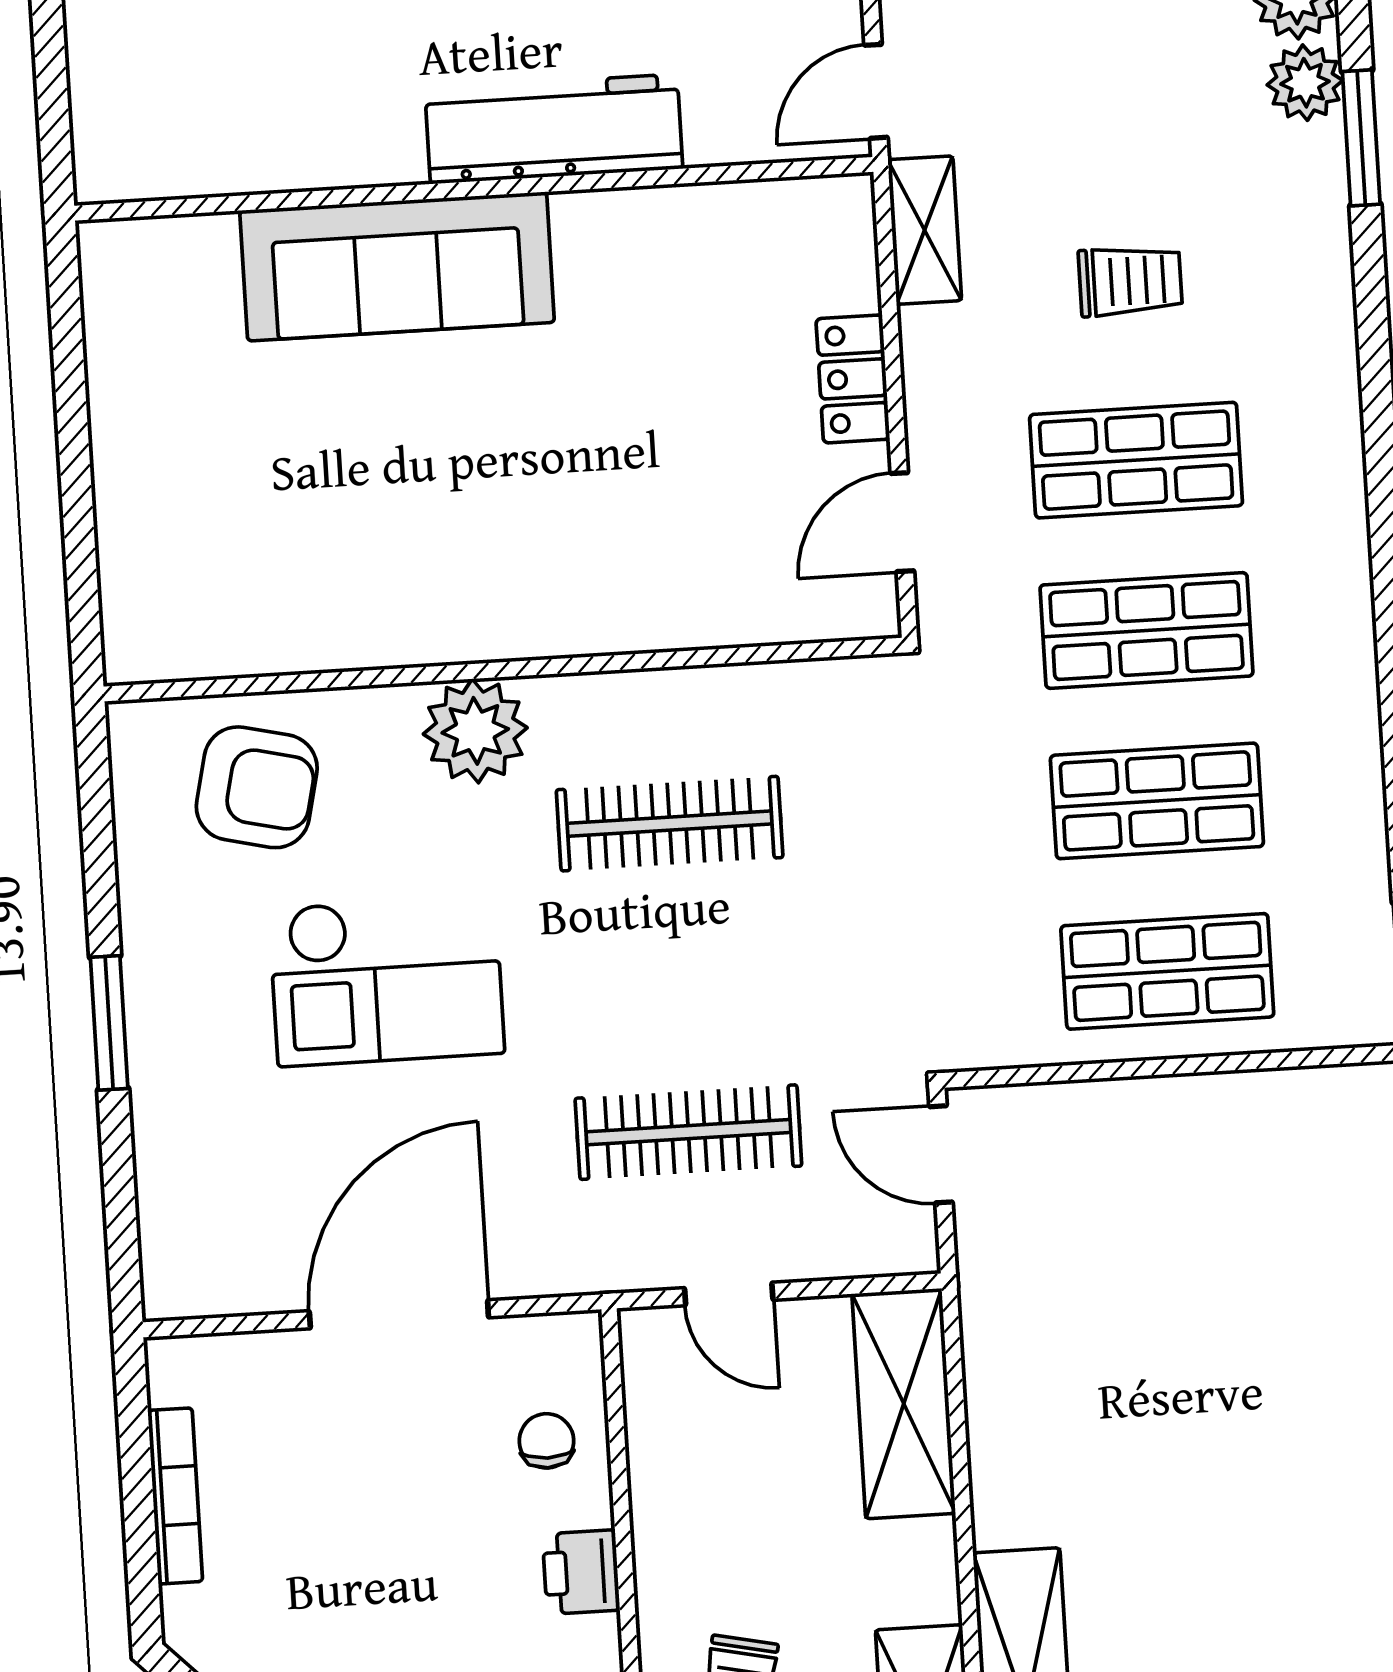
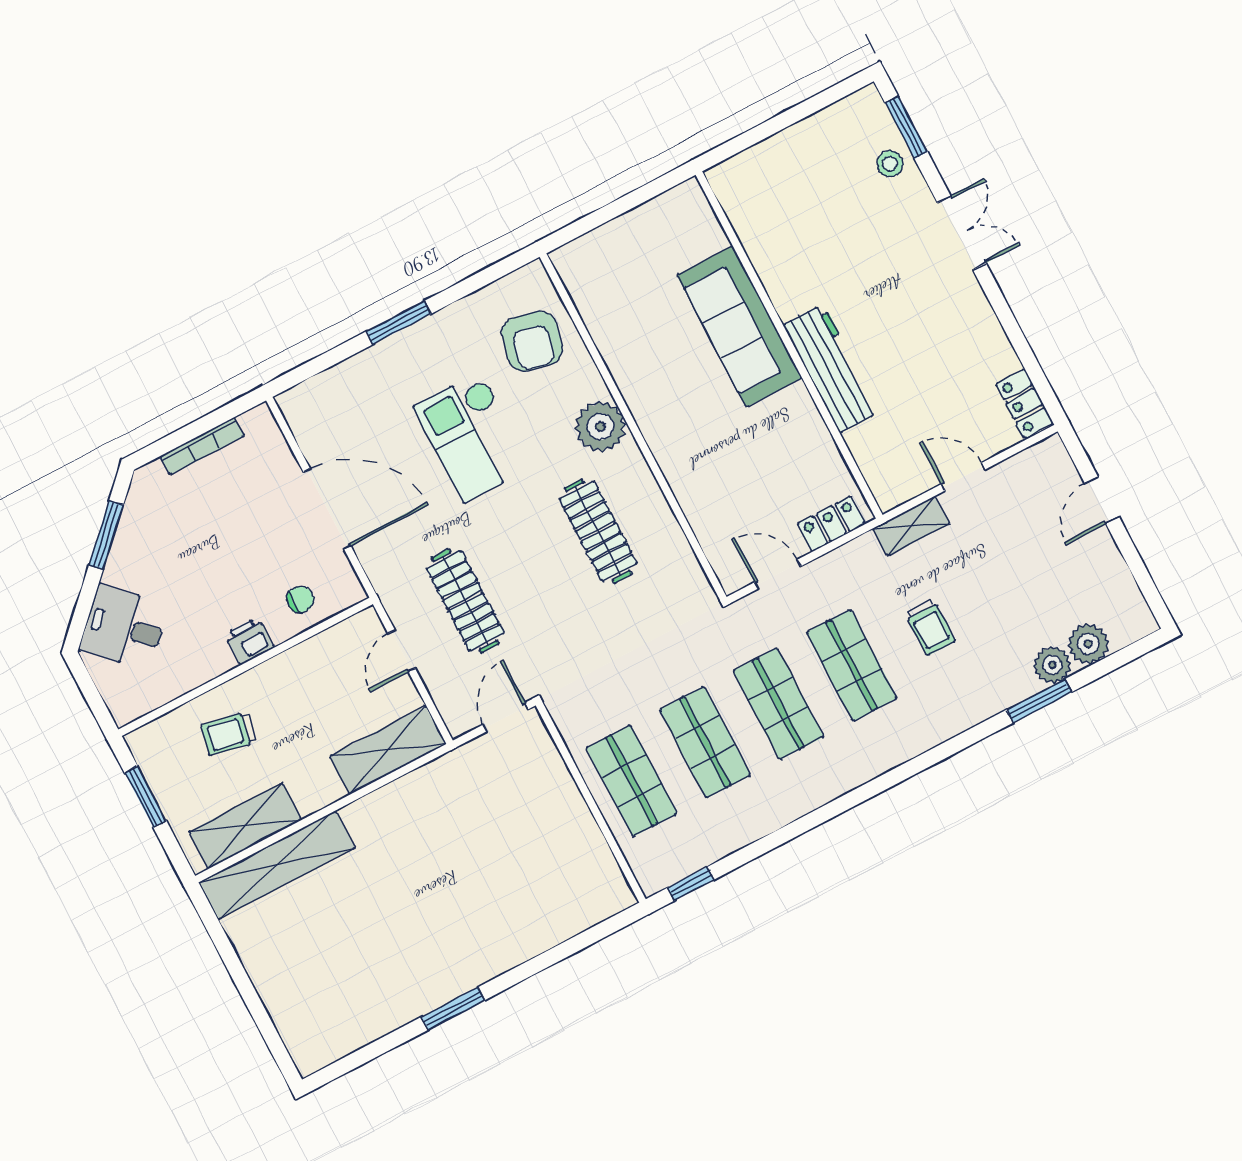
workbench: (554, 129) -> (832, 368), moved
wall: (474, 189) -> (789, 345), moved
sofa: (397, 266) -> (740, 326), moved

